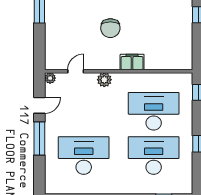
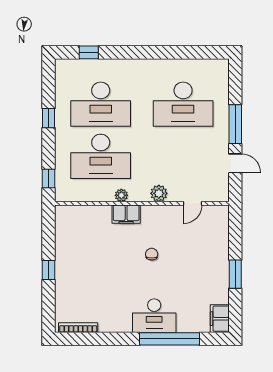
chair: (110, 28) -> (152, 254), width x0.54, depth x0.54
plant: (50, 78) -> (121, 195), moved
door: (39, 105) -> (235, 163), swing flipped

